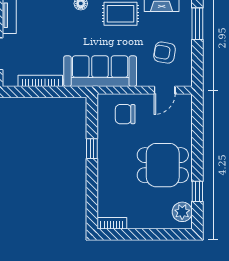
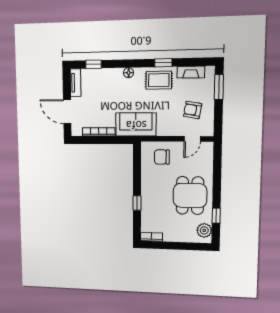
sofa: (100, 71) -> (136, 125), width x0.73
window: (92, 149) -> (137, 203), moved
dining table: (163, 165) -> (190, 195), turned 90

